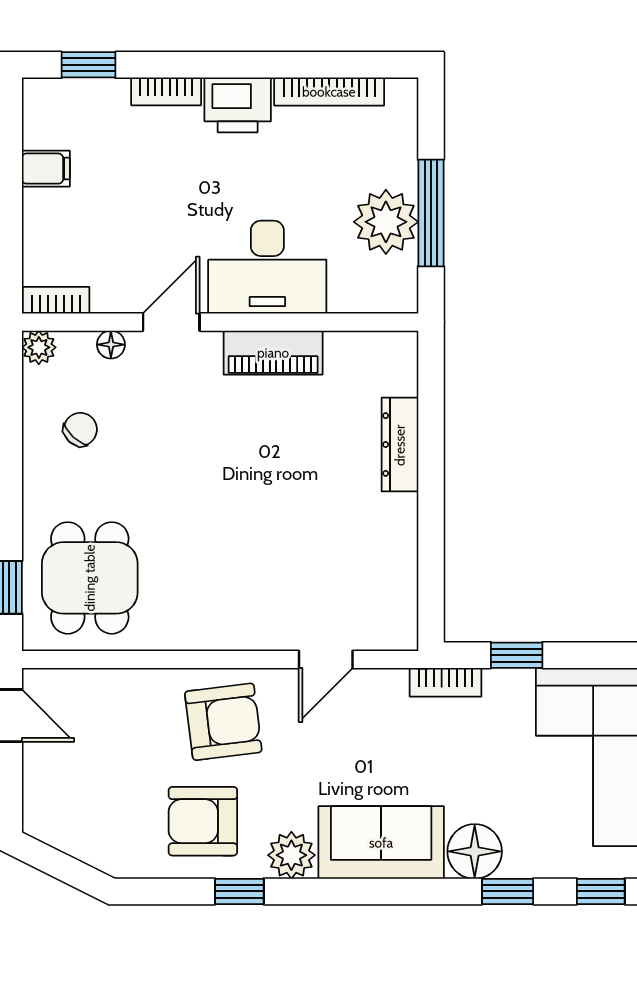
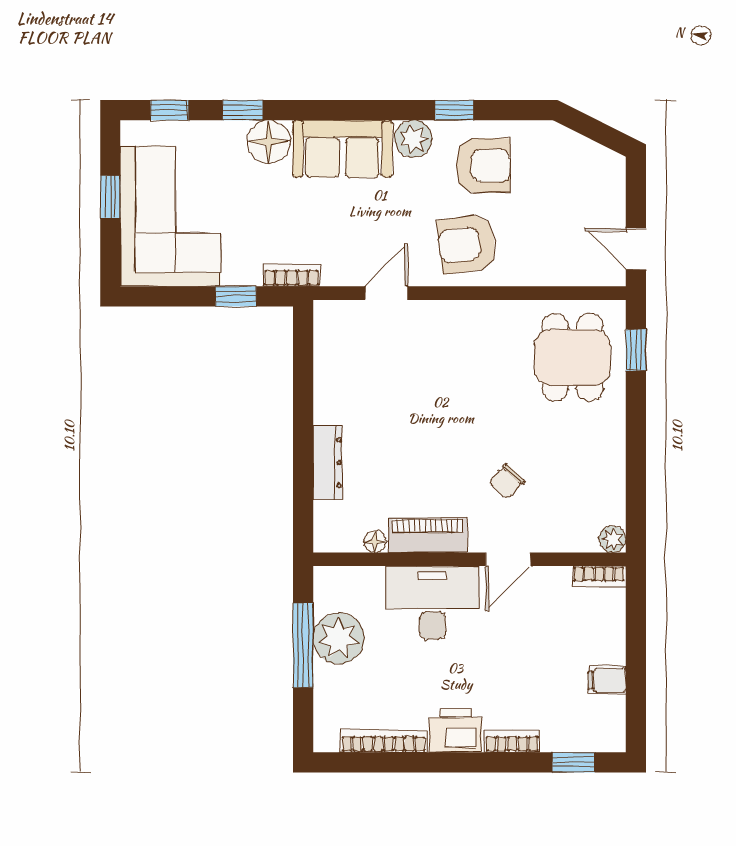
floor lamp: (111, 345) -> (375, 542), moved
chair: (80, 429) -> (507, 482), moved

